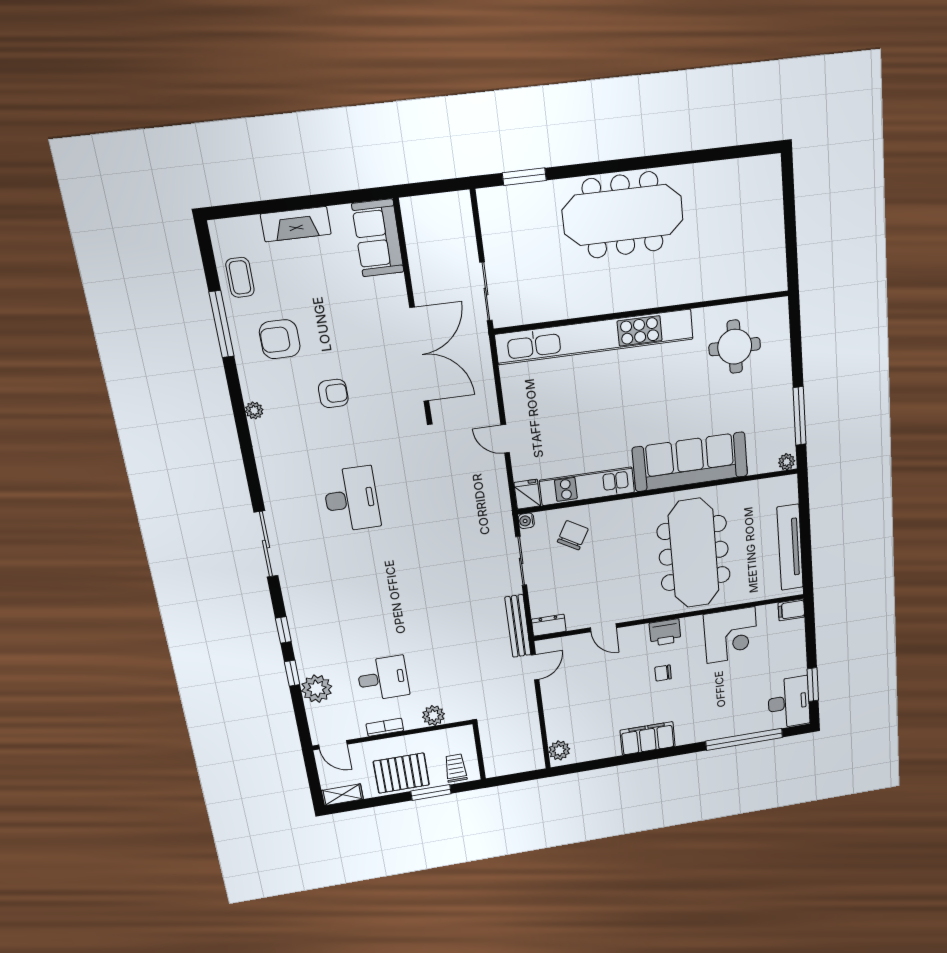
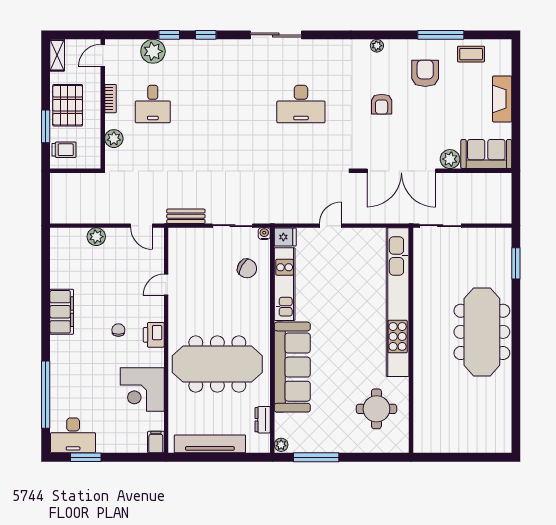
plant: (393, 289) -> (450, 159), added
dresser: (549, 625) -> (263, 420), moved, turned 180
bench: (518, 626) -> (186, 216), width x0.73
plant: (559, 750) -> (96, 237), moved

